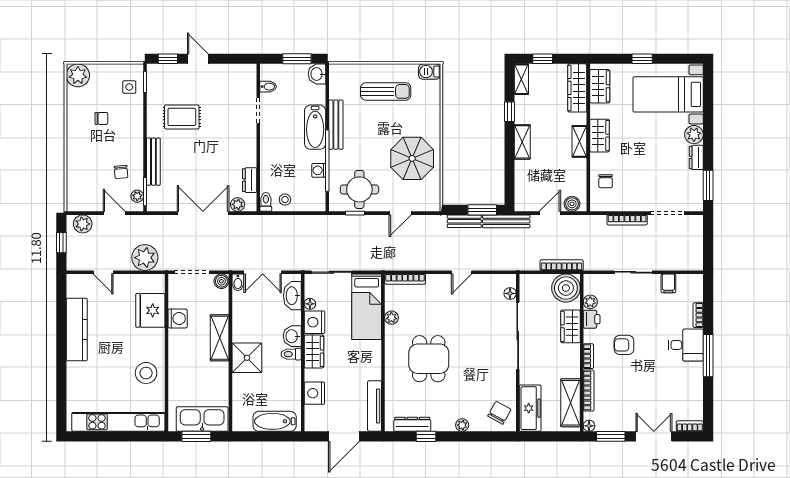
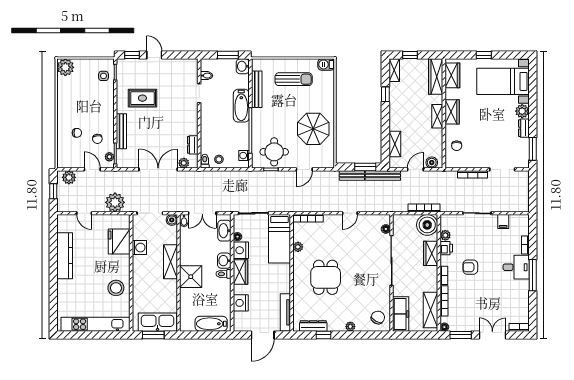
chair: (101, 118) -> (77, 133), moved
bench: (336, 125) -> (257, 89), moved
shelving: (522, 142) -> (395, 144), moved
washing machine: (319, 170) -> (244, 156), moved

